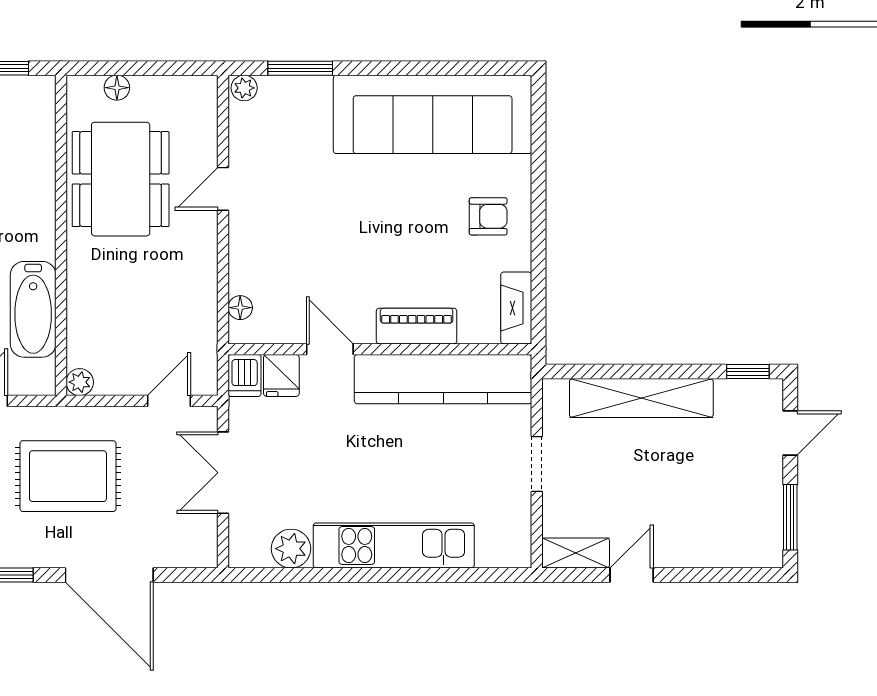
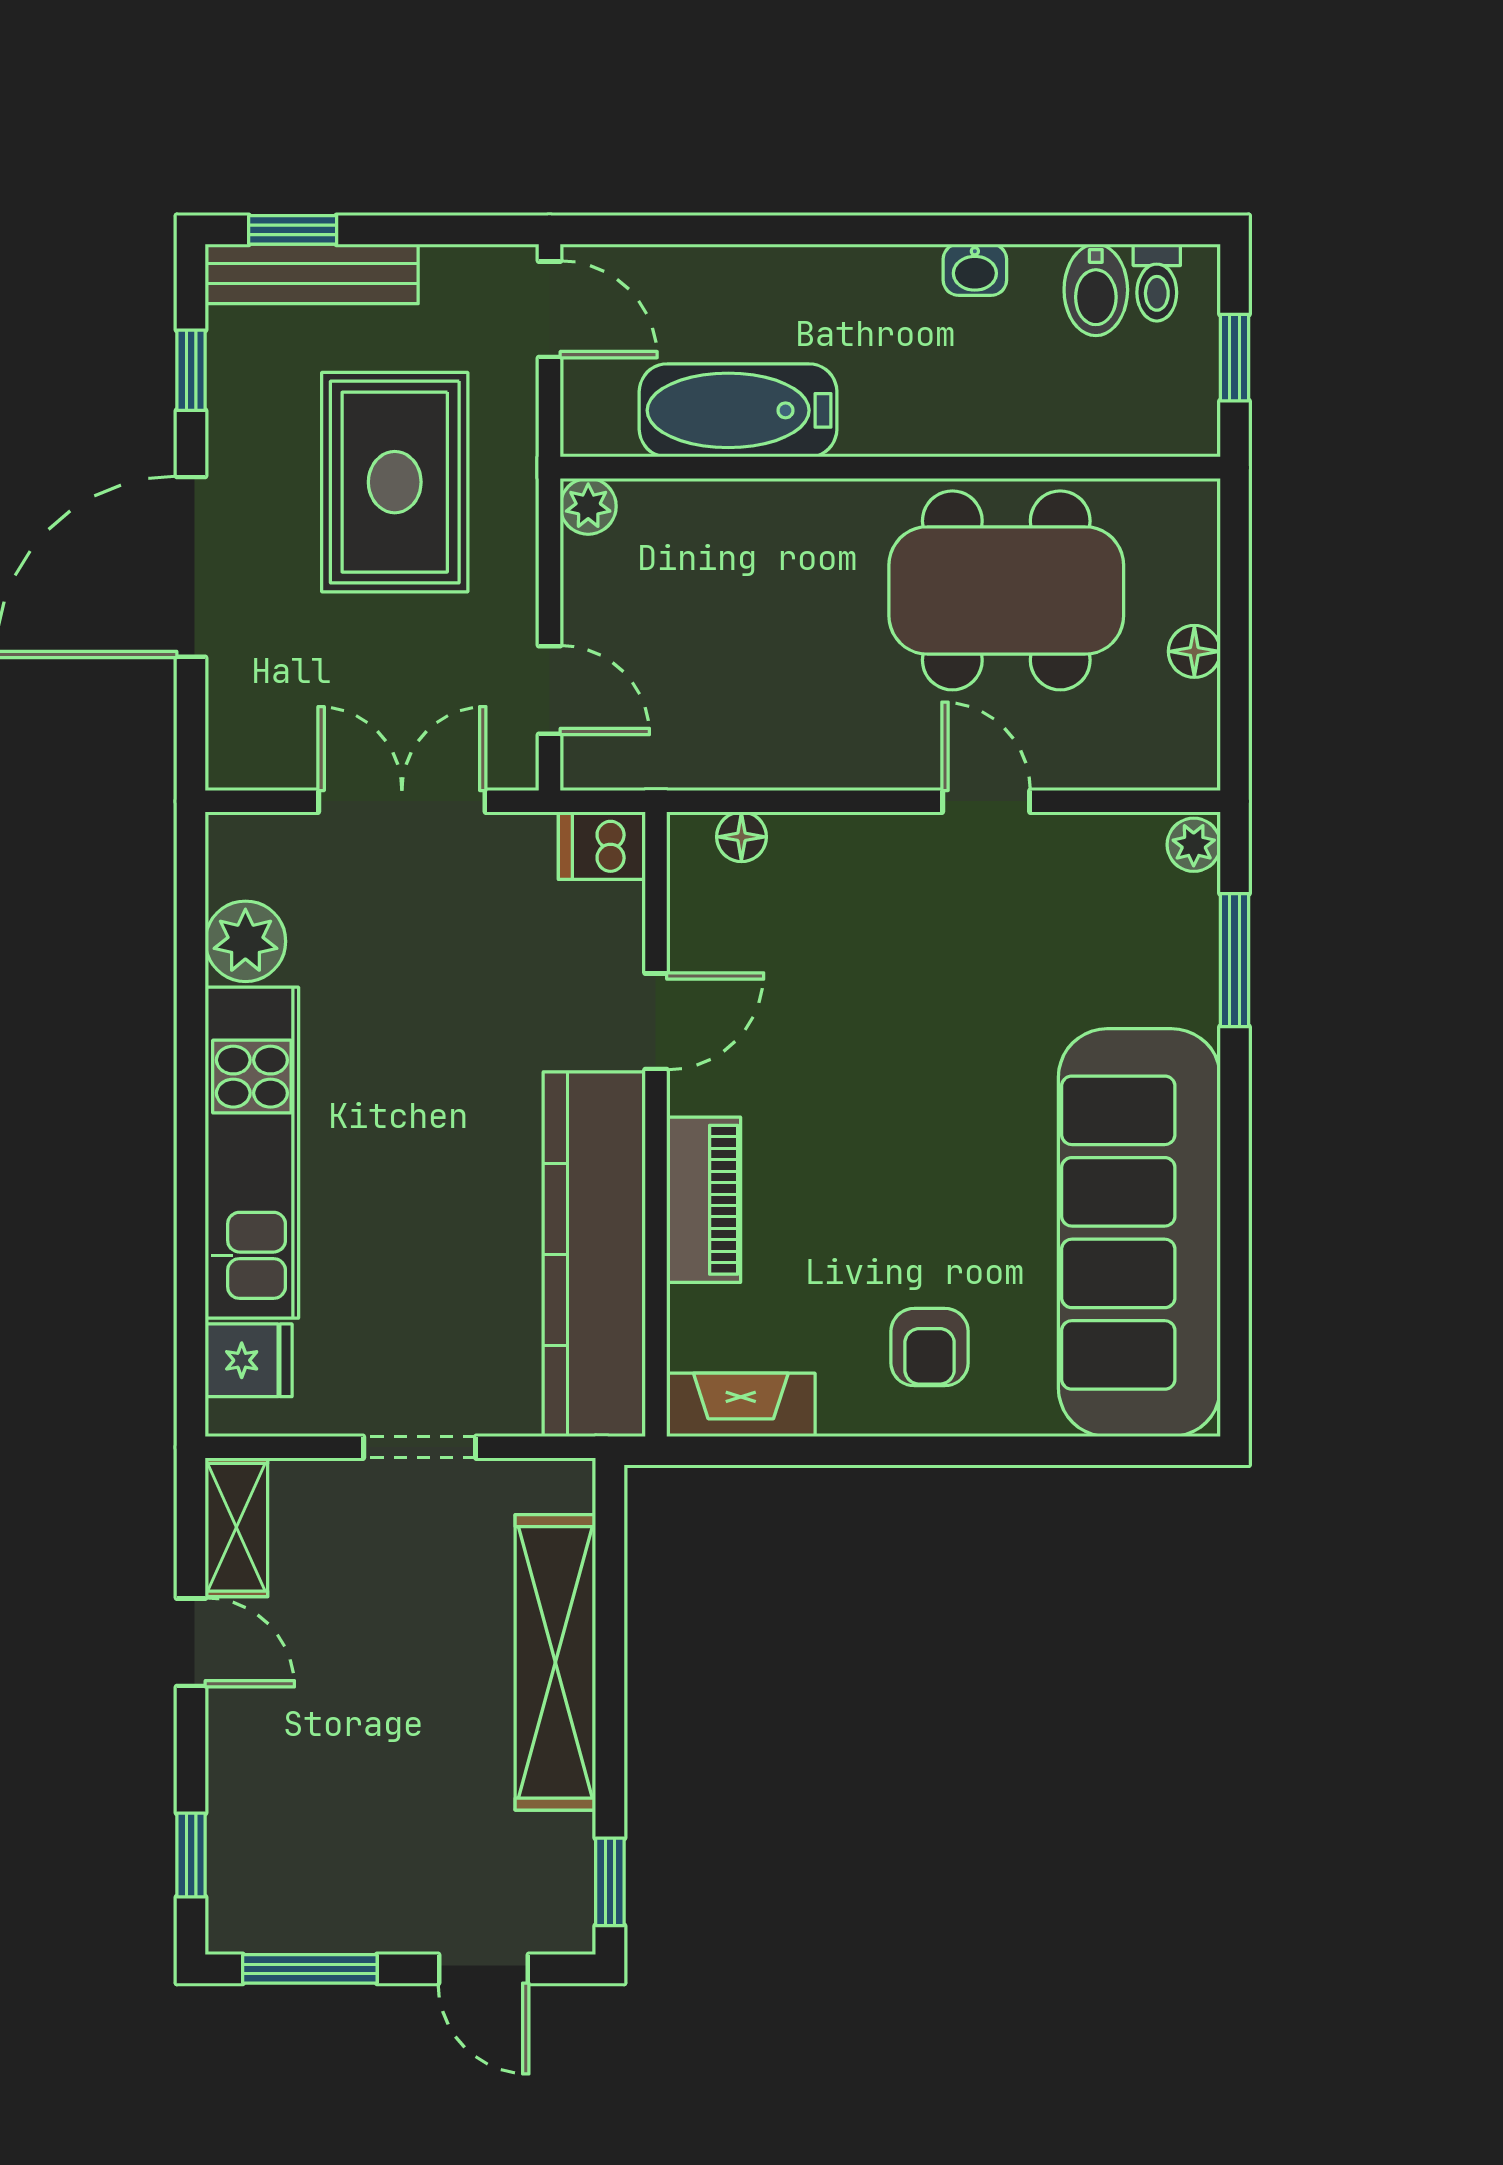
floor lamp: (117, 88) -> (1194, 651), moved
fridge: (281, 375) -> (249, 1360), moved, turned 180
window: (735, 575) -> (191, 1855), added

